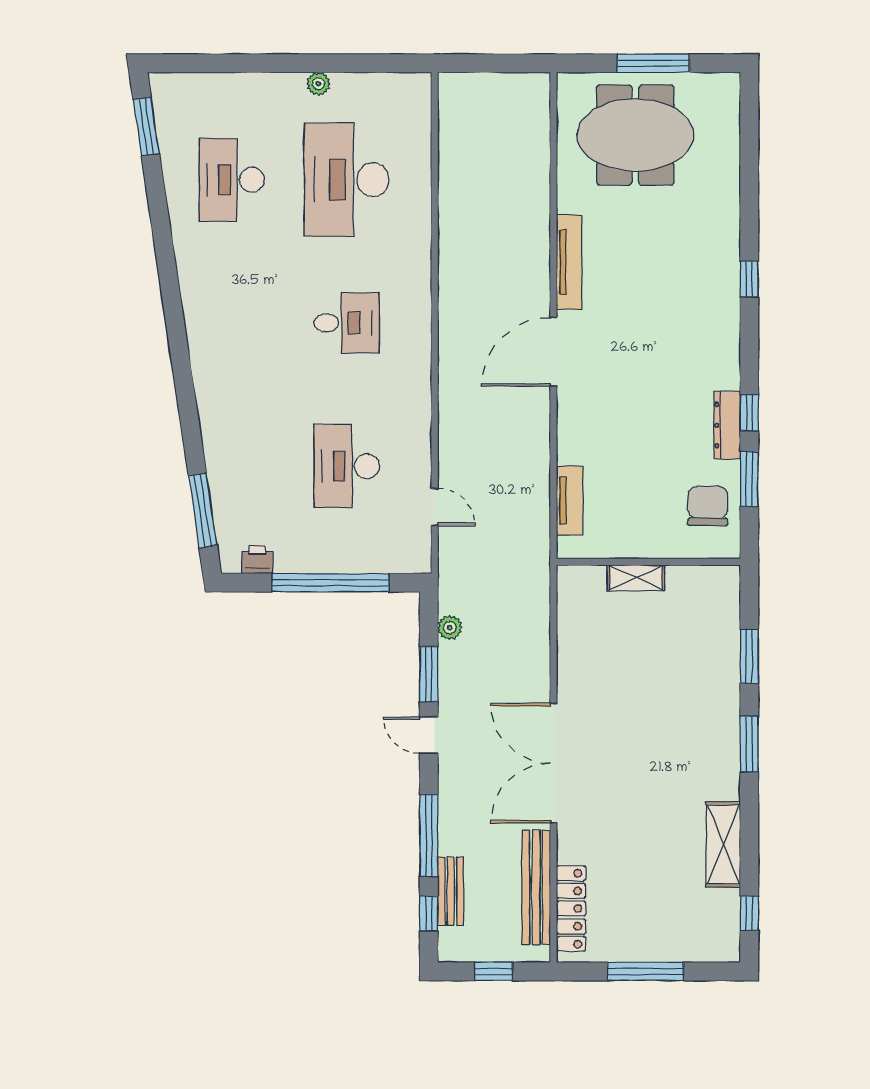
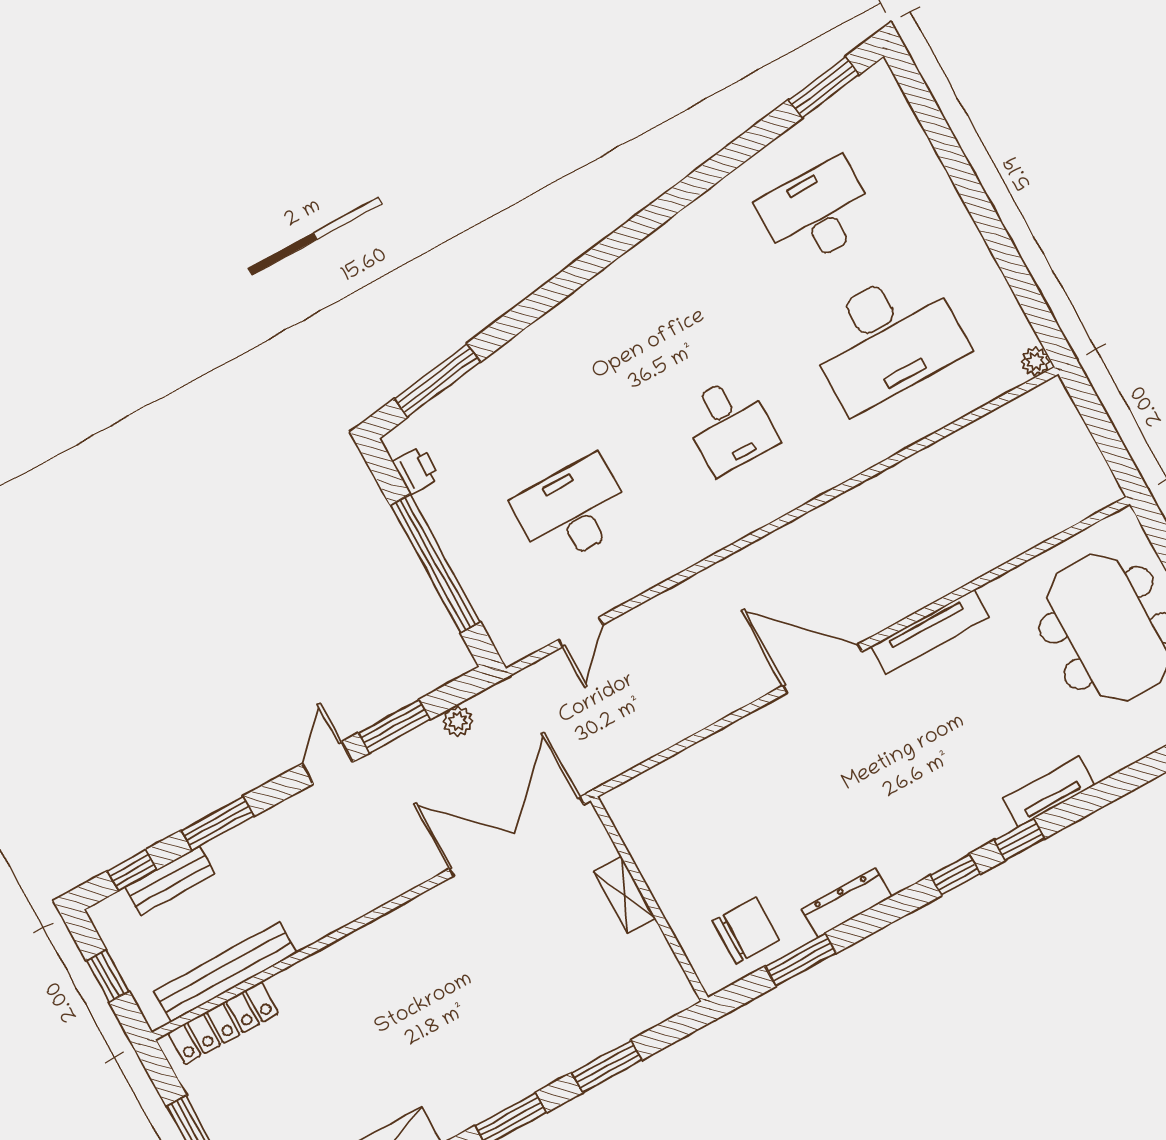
plant: (318, 84) -> (1035, 361), moved
desk: (347, 180) -> (886, 339), turned 180
window: (749, 413) -> (955, 875), moved
tv unit: (570, 500) -> (1049, 792), moved, turned 180
double door: (553, 763) -> (516, 837), moved
window: (429, 835) -> (218, 823), width x0.69

